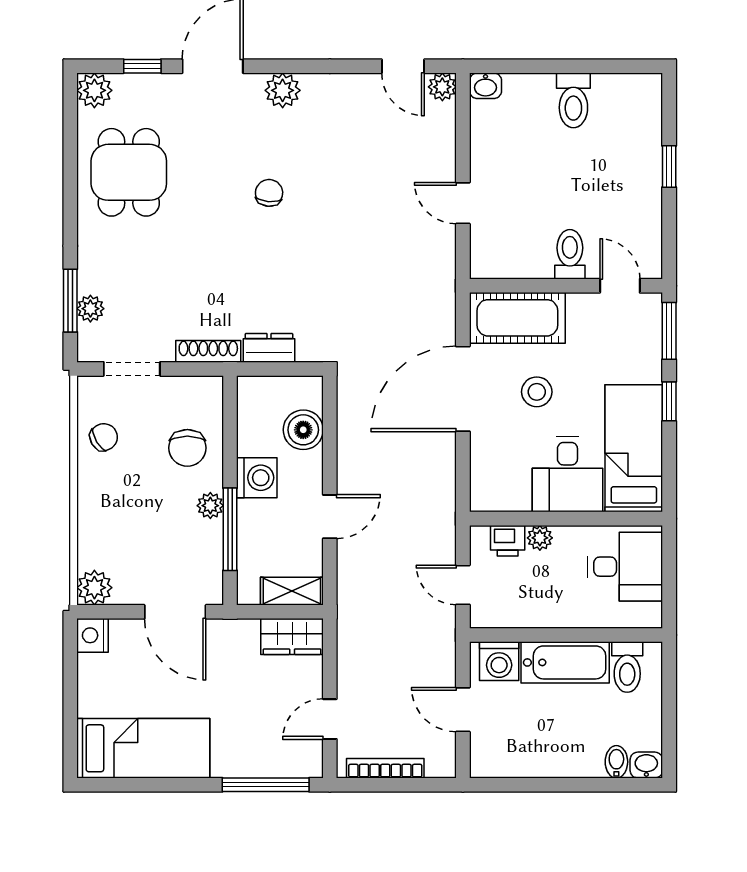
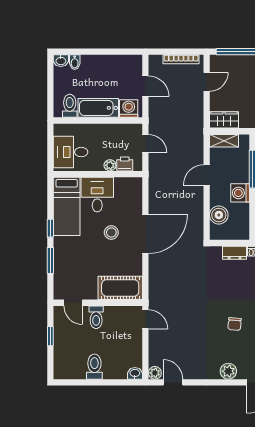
toilet: (570, 254) -> (96, 317), moved
wall: (566, 286) -> (98, 303), moved
door: (620, 286) -> (73, 303), moved
cot: (517, 318) -> (120, 288), moved

